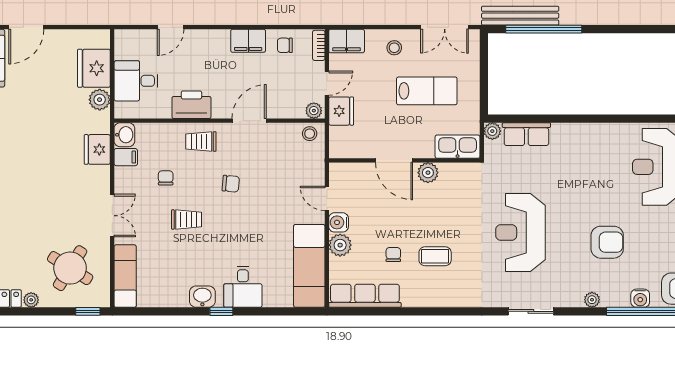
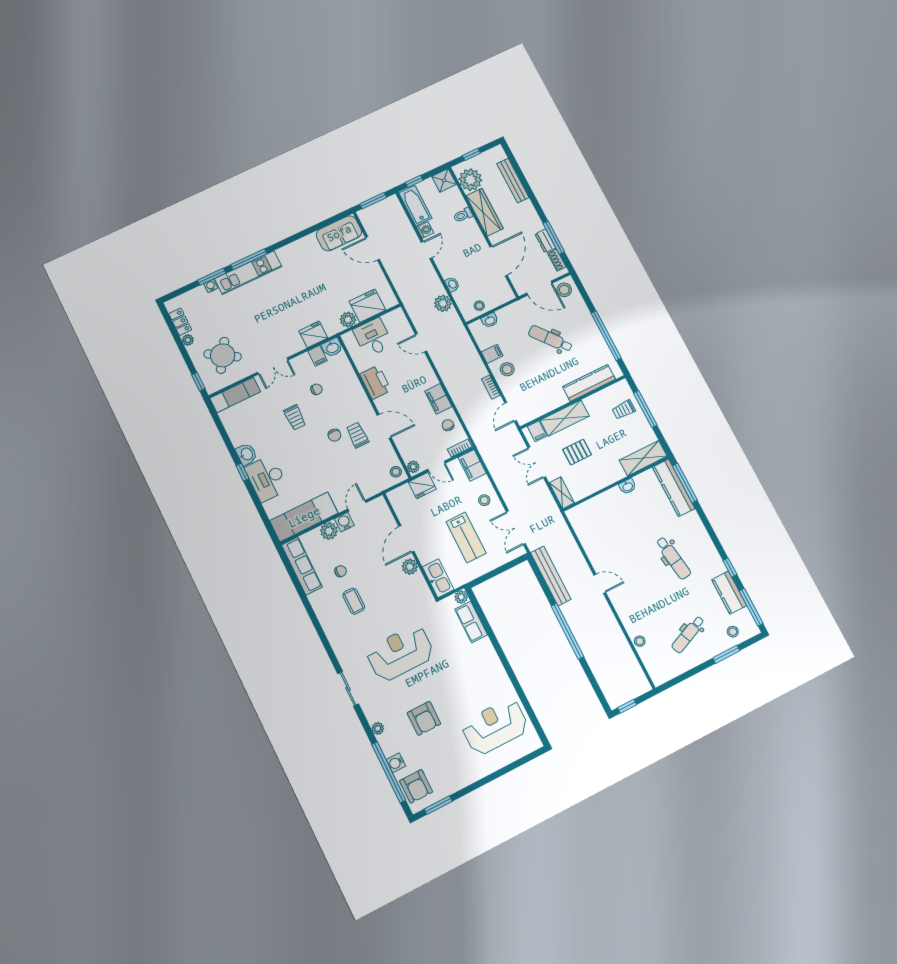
window: (544, 29) -> (567, 631), moved
trolley: (201, 142) -> (357, 435), moved
desk: (243, 287) -> (267, 478), width x1.37

